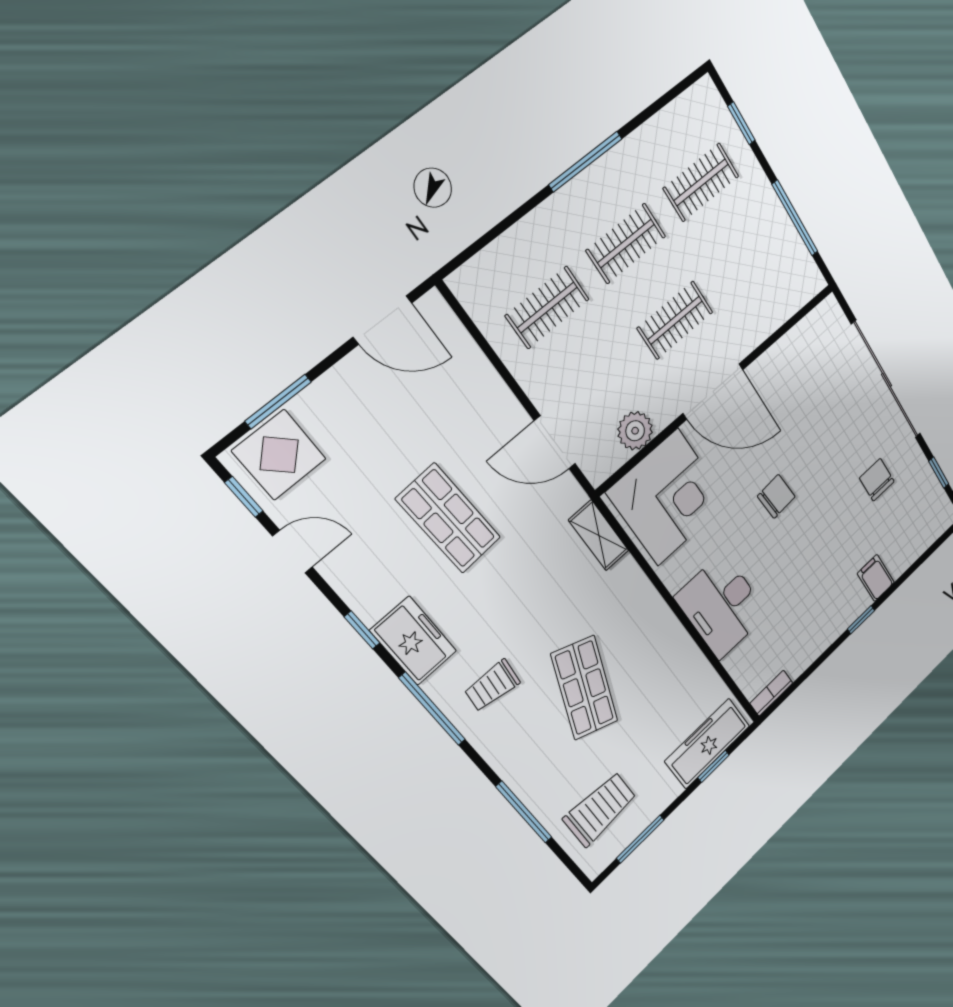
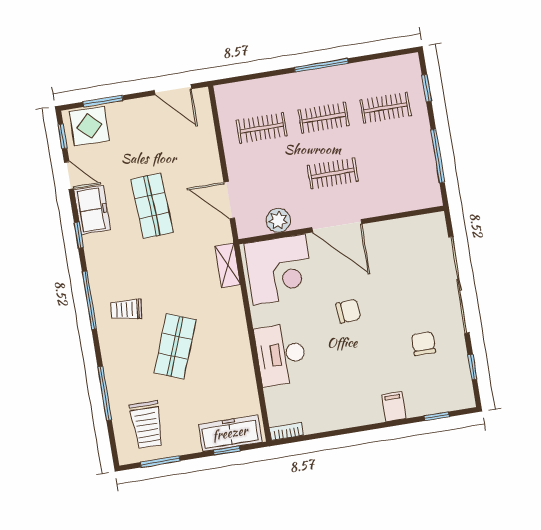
window: (861, 620) -> (437, 416), moved
freezer: (413, 641) -> (92, 210), moved
trolley: (600, 809) -> (147, 425), turned 89

